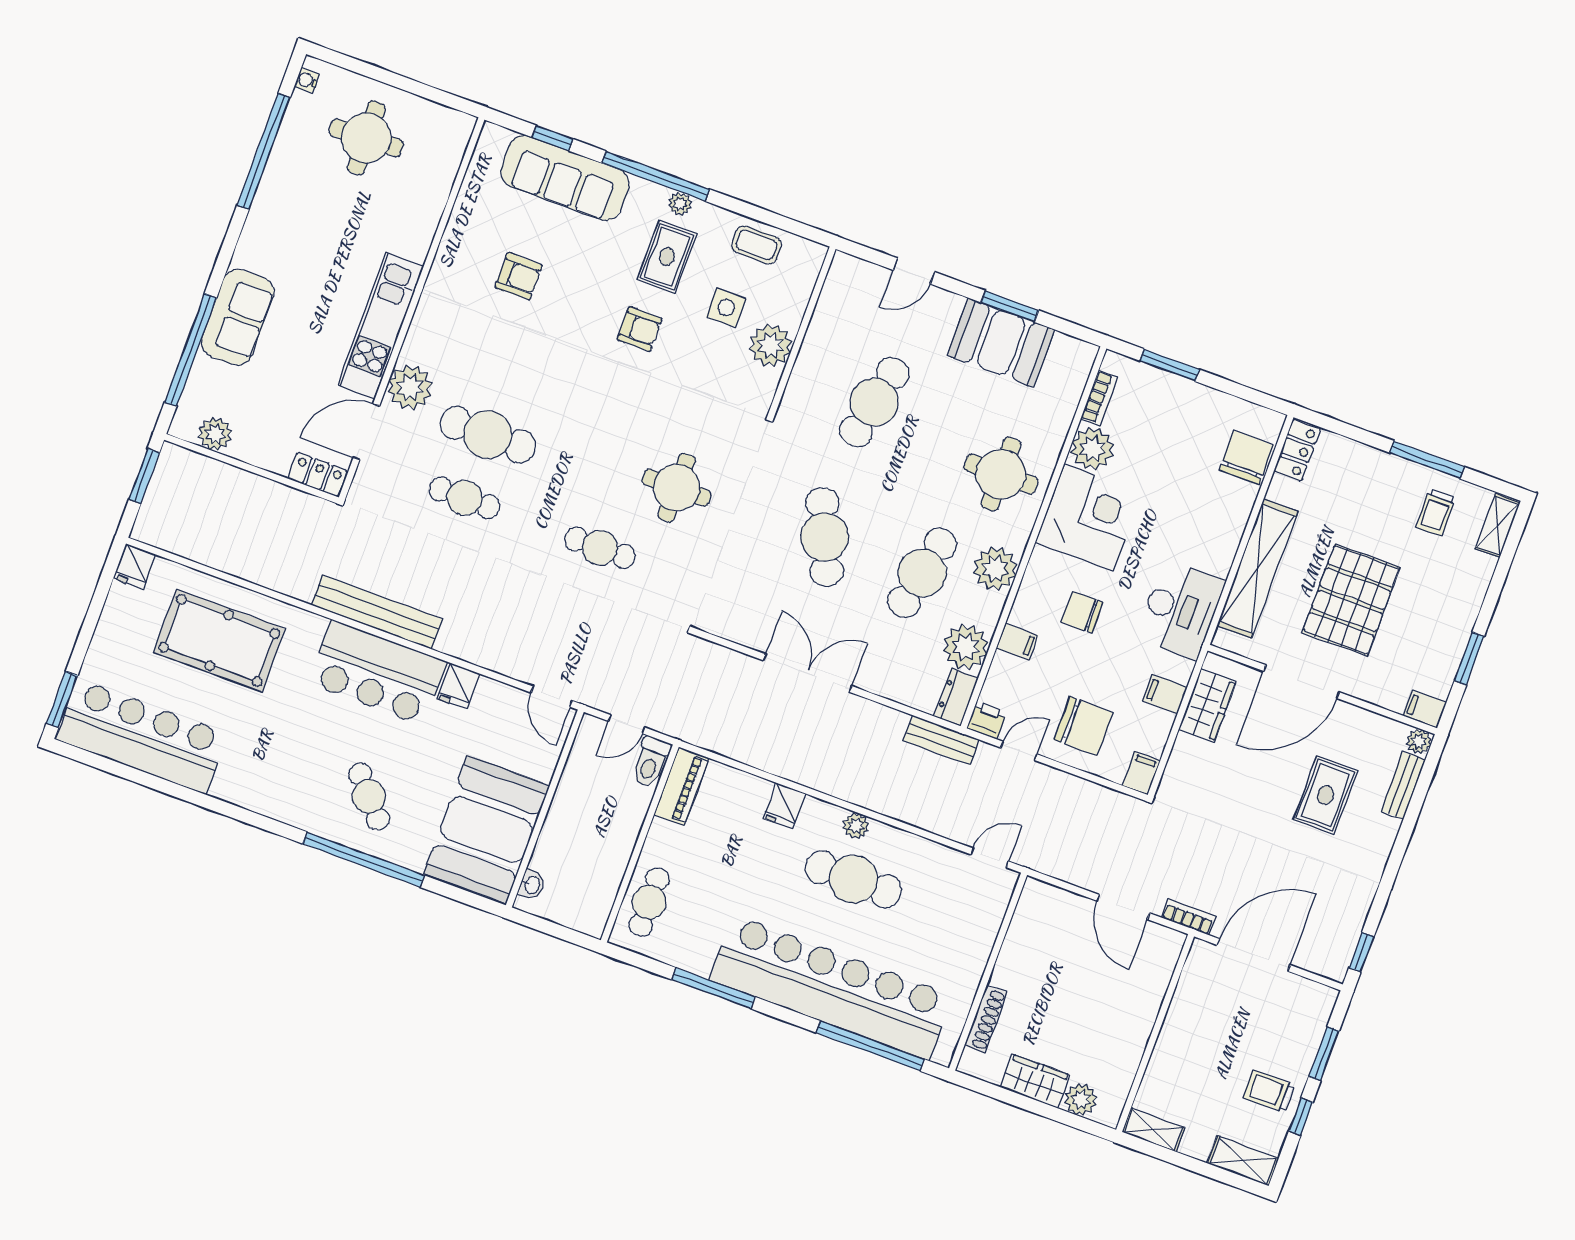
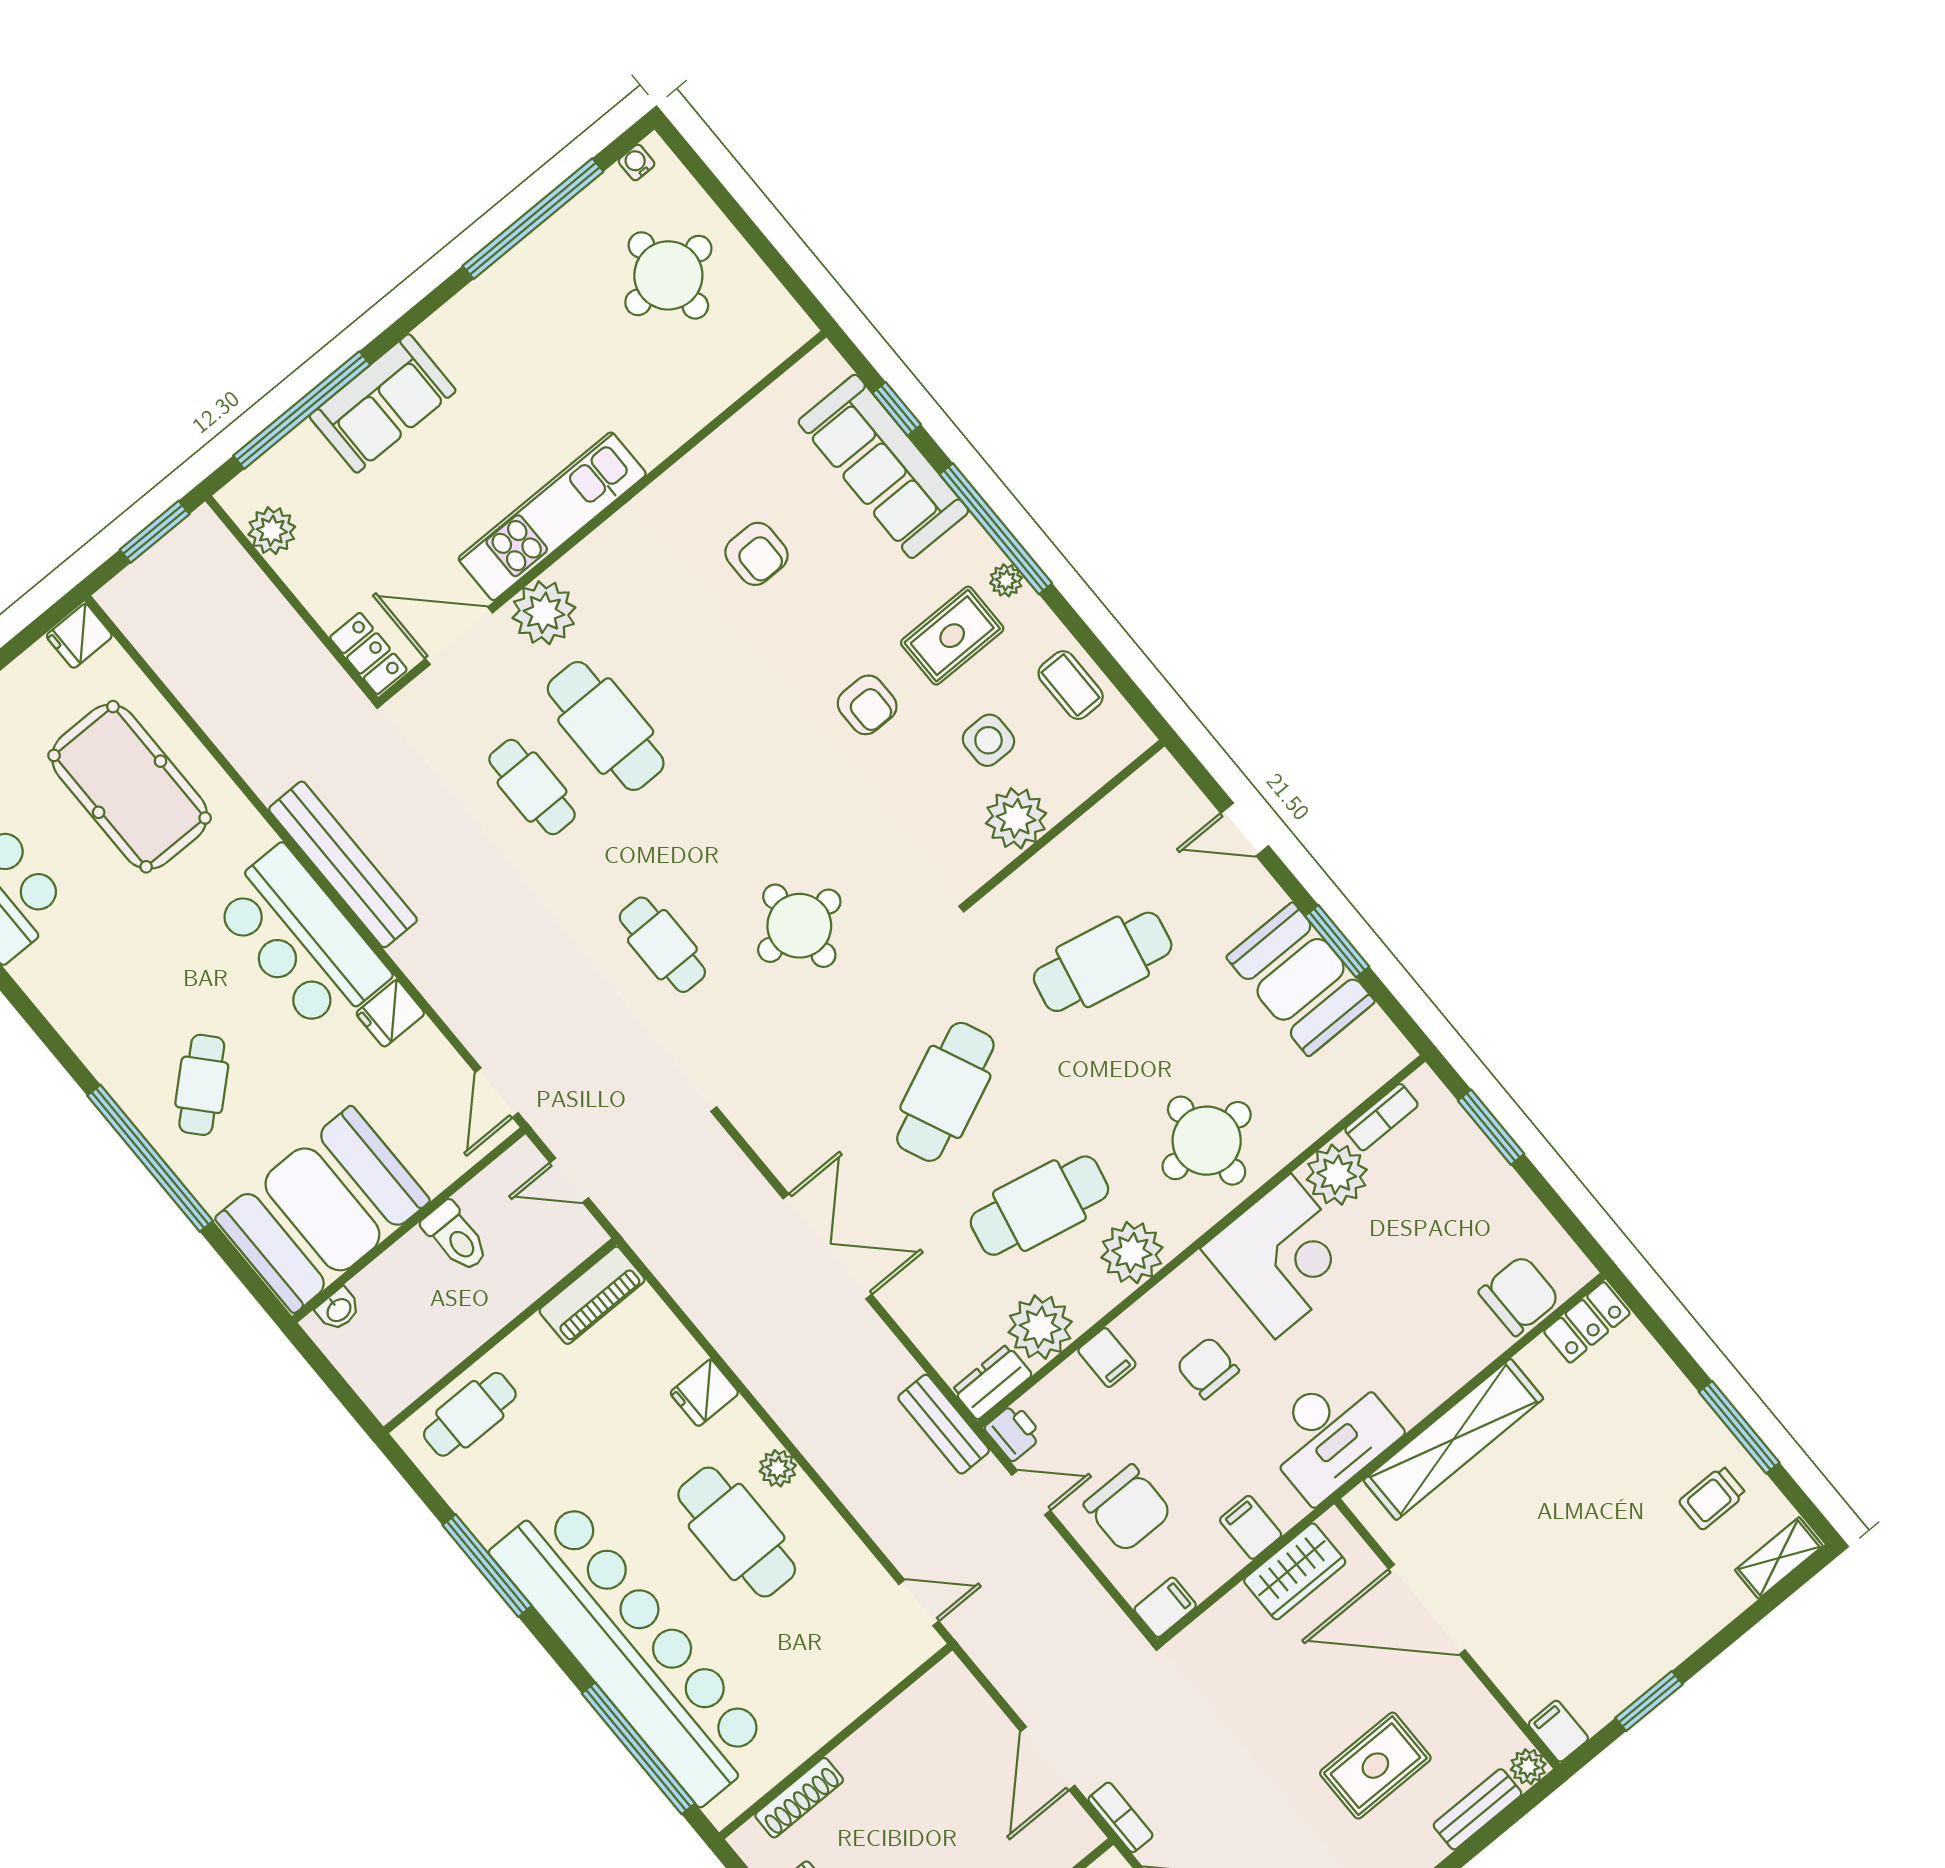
pallet: (1351, 600) -> (1546, 1544), removed
toilet: (651, 762) -> (456, 1237), moved, turned -90

